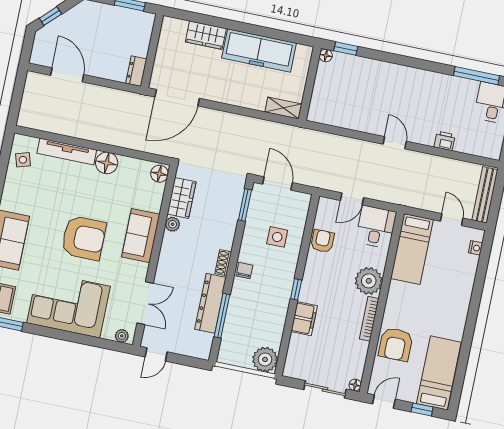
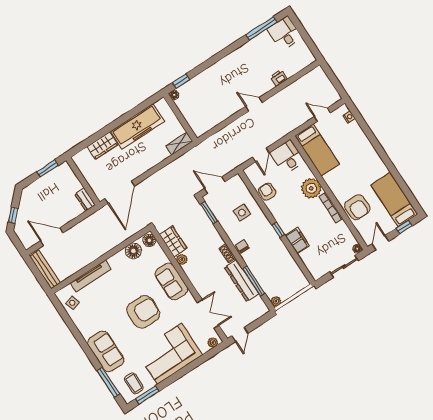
floor lamp: (107, 163) -> (133, 251), moved
bench: (485, 195) -> (45, 269), moved
plant: (265, 359) -> (276, 301), moved, width x0.53, depth x0.53

